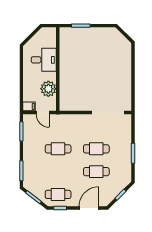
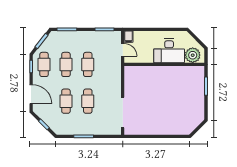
desk: (44, 60) -> (169, 51), width x1.37
plant: (48, 89) -> (193, 55), moved
door: (43, 113) -> (123, 50), swing flipped
cafe table: (58, 172) -> (66, 64), added

